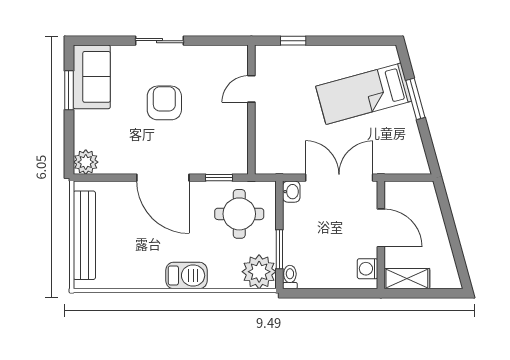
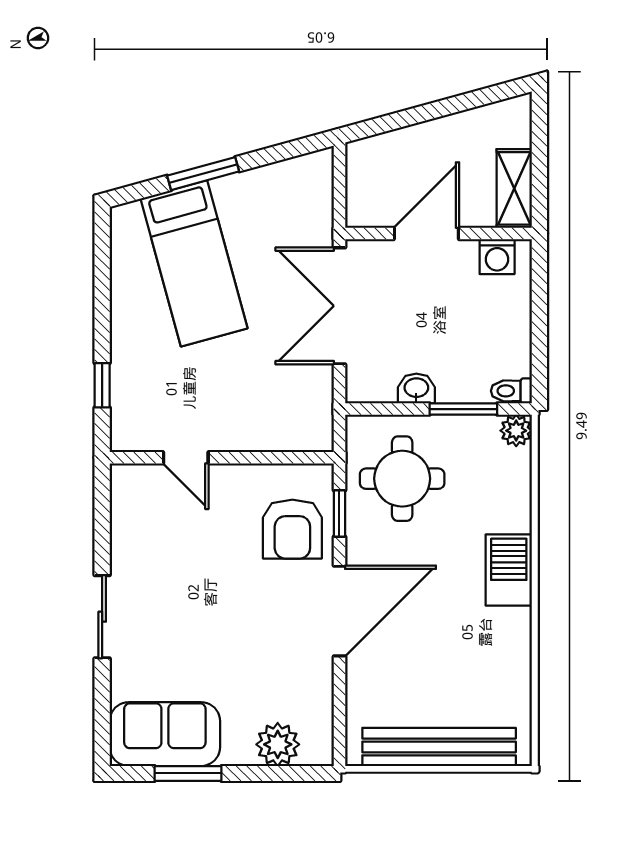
armchair: (164, 103) -> (292, 529), moved, turned -90
plant: (86, 162) -> (278, 744), moved
washbasin: (291, 192) -> (416, 389), moved
plant: (259, 272) -> (516, 431), width x0.53, depth x0.53

